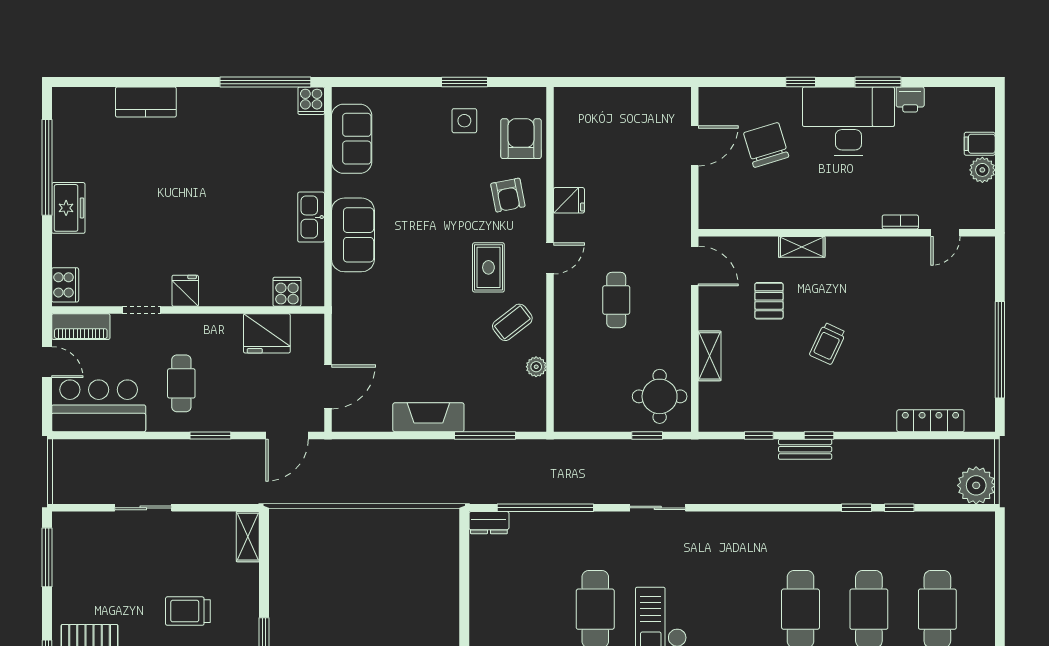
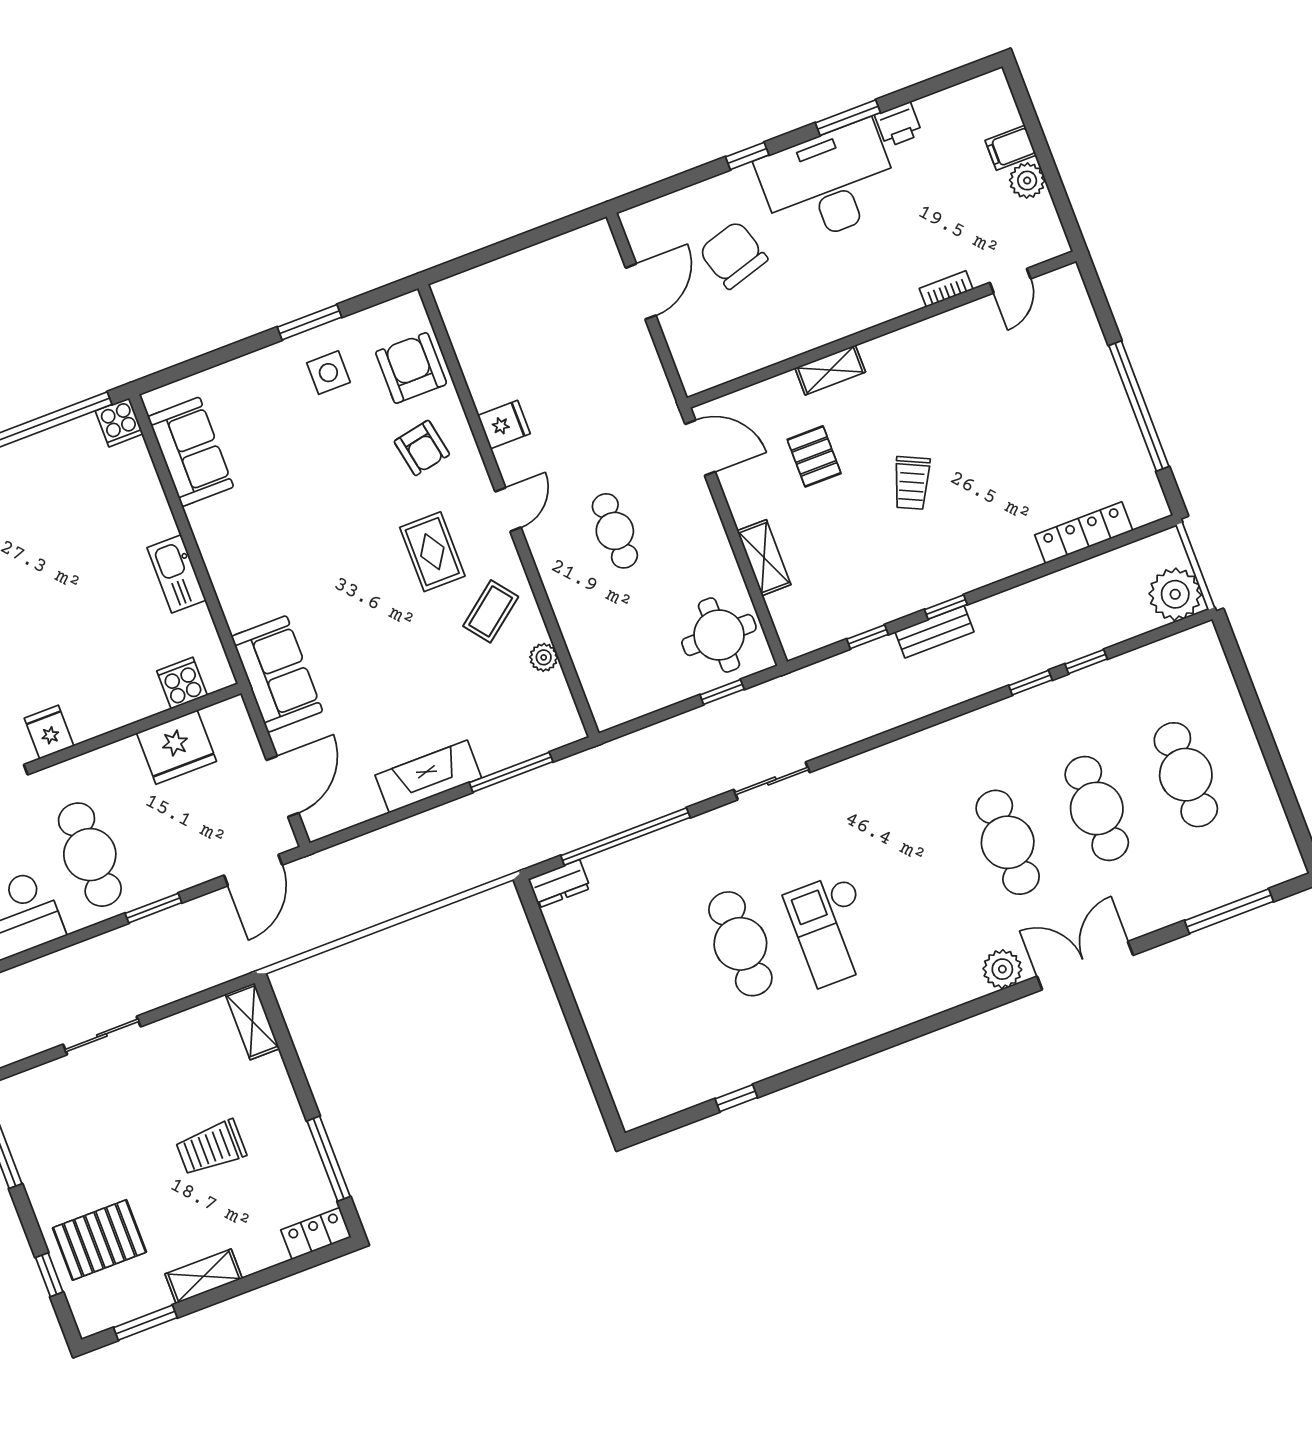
sofa: (353, 235) -> (277, 674), moved
cafe table: (181, 383) -> (90, 855), width x1.37, depth x1.35

